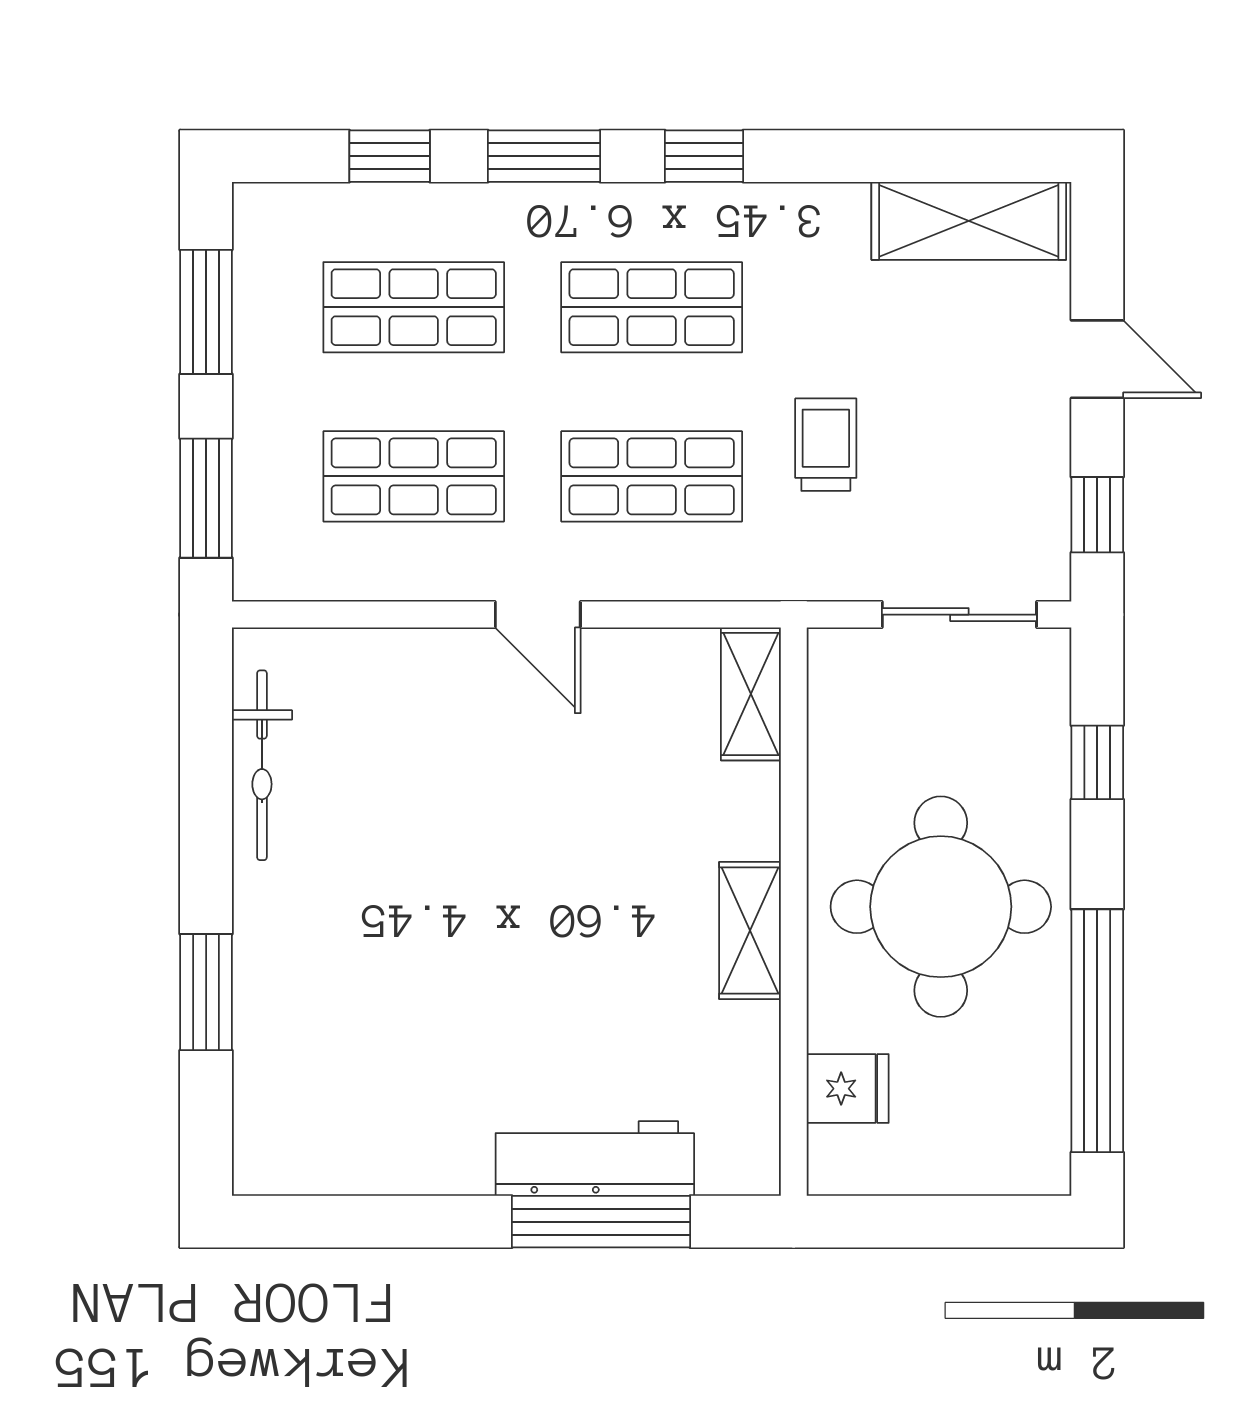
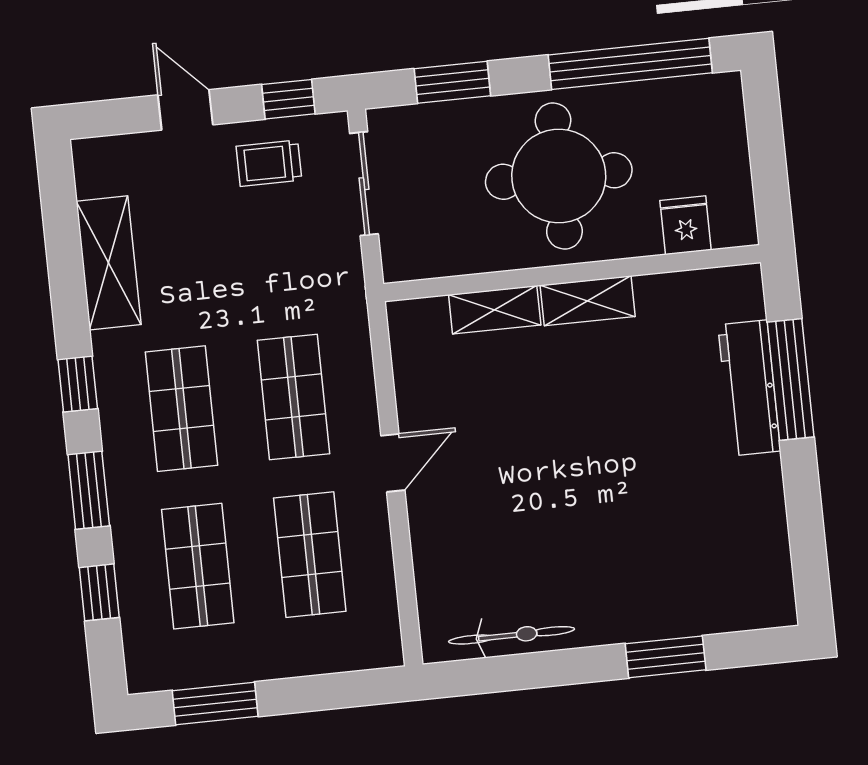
shelving: (969, 221) -> (109, 263), moved
door: (1097, 359) -> (185, 110), hinge flipped
trolley: (826, 445) -> (269, 163), moved
window: (206, 498) -> (338, 691), removed
shelving: (751, 694) -> (495, 310), moved
window: (1097, 762) -> (452, 82), width x1.50

